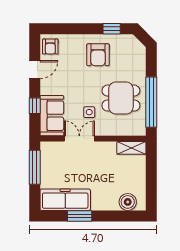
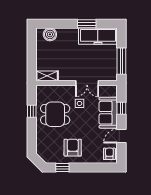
window: (151, 102) -> (32, 111), width x0.32
sofa: (52, 116) -> (108, 113), moved

